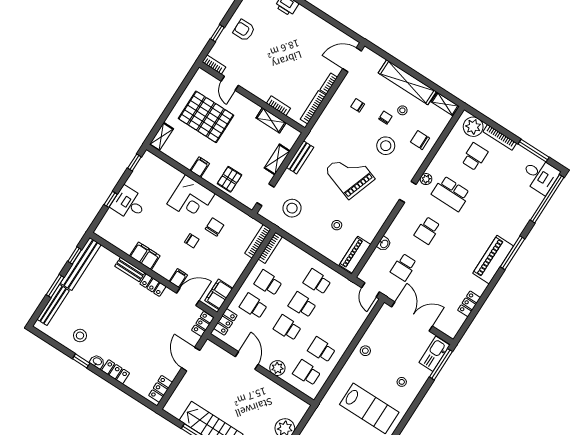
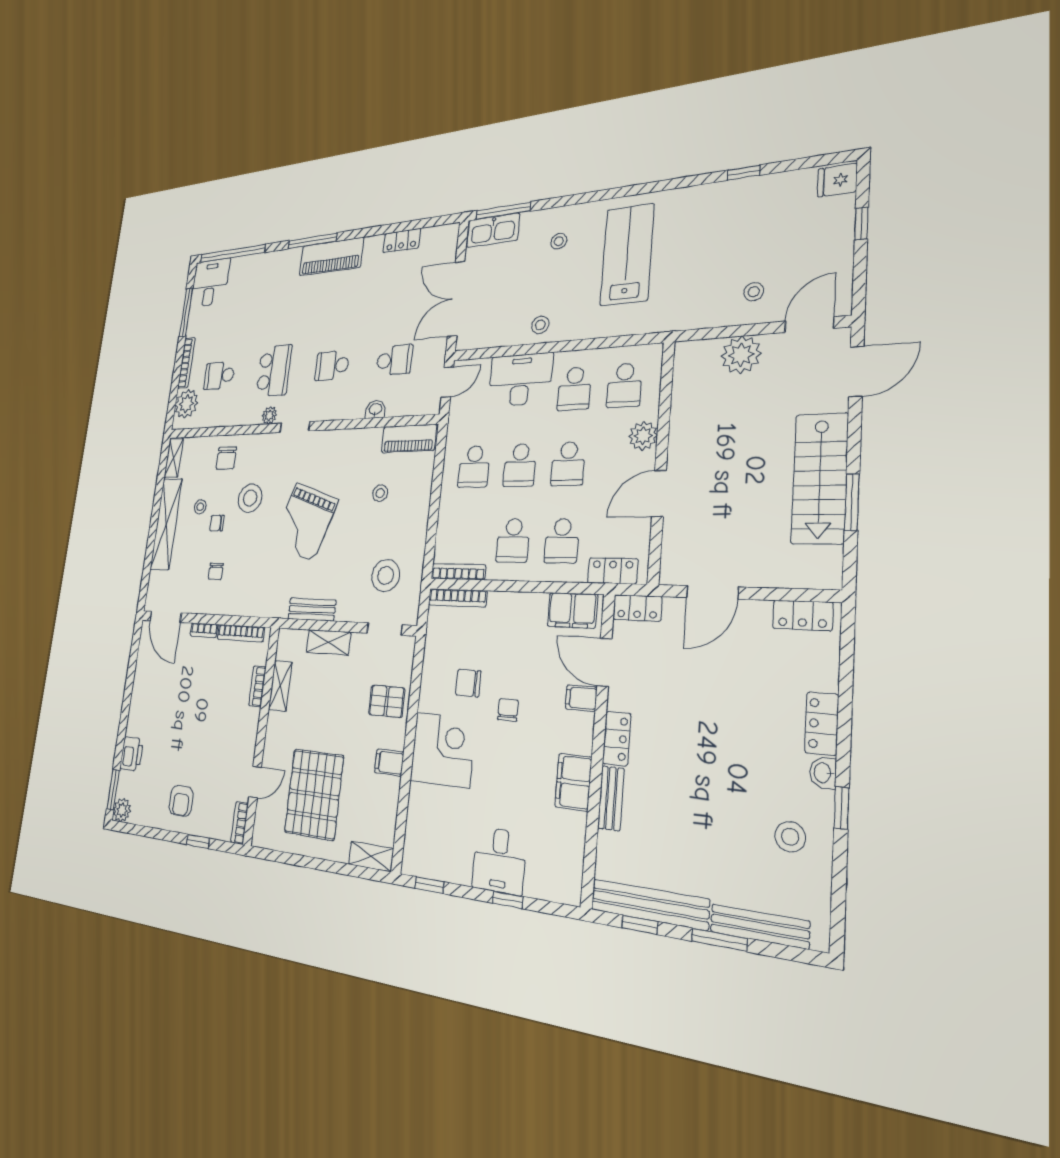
school desk: (427, 230) -> (332, 366), turned 180
desk: (345, 327) -> (520, 380), added

